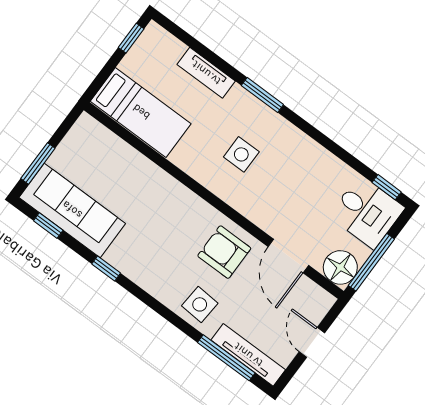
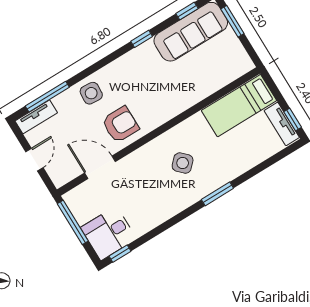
tv unit: (206, 73) -> (282, 124), moved, turned -90
side table: (241, 154) -> (183, 163), turned 45
floor lamp: (340, 267) -> (78, 200), removed
door: (312, 342) -> (34, 160), hinge flipped
tv unit: (248, 355) -> (36, 117), width x0.71

